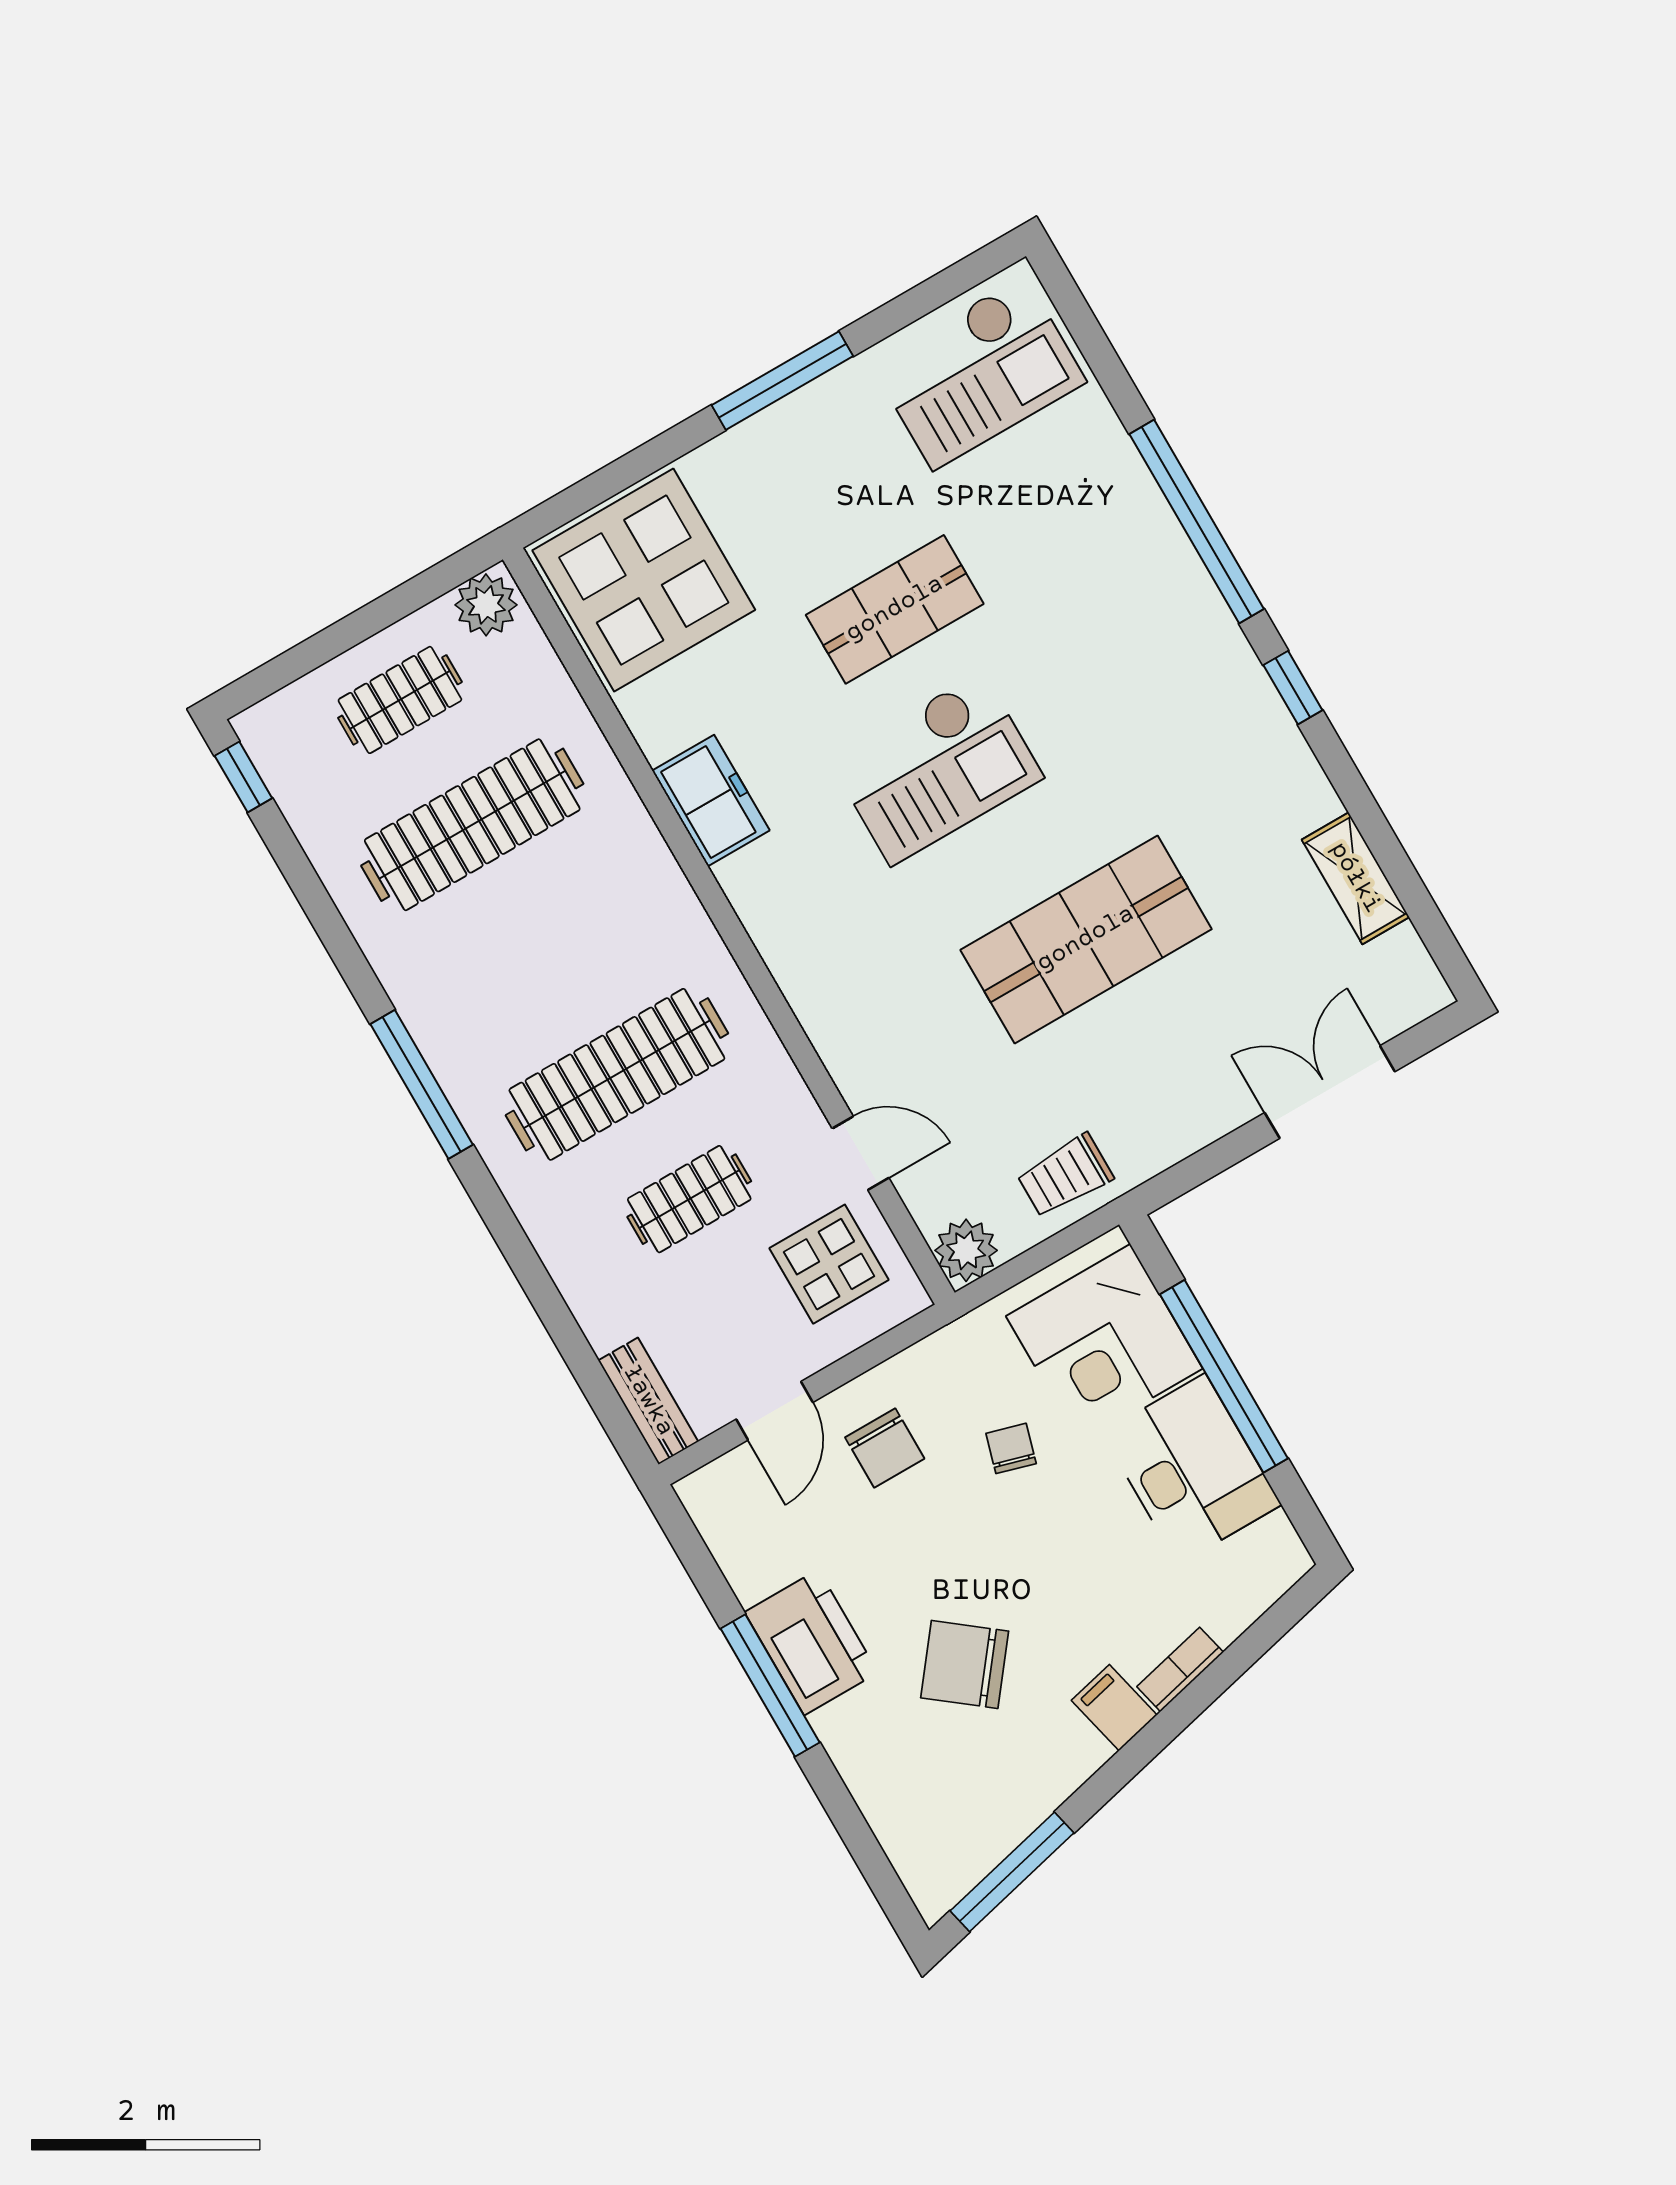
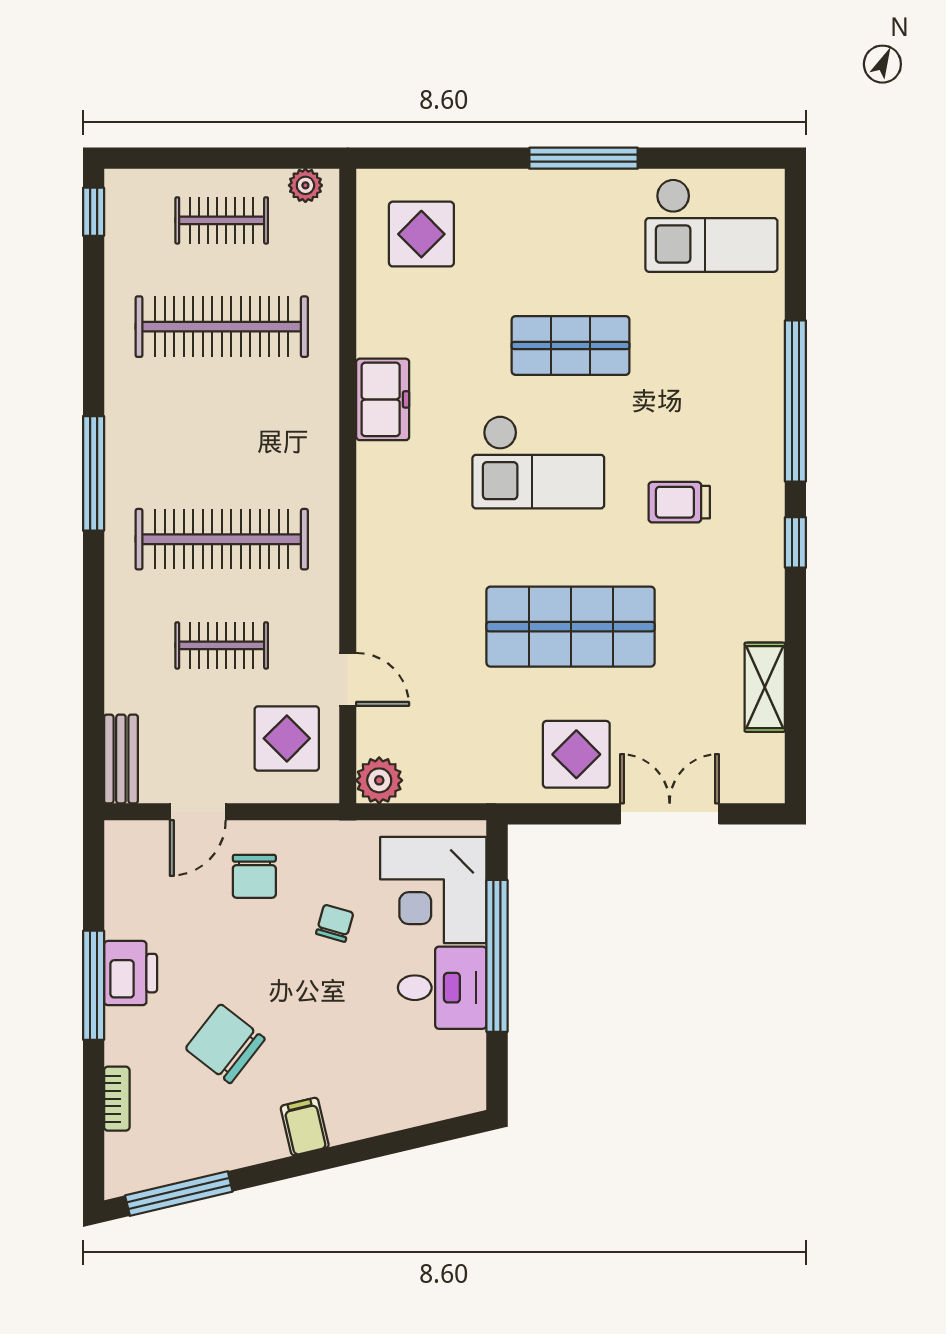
display table: (644, 580) -> (421, 234), width x0.54, depth x0.54
plant: (486, 605) -> (305, 185), width x0.73, depth x0.73
display table: (1180, 1086) -> (576, 754), added
trolley: (1065, 1176) -> (679, 502), moved
desk: (1192, 1469) -> (442, 988), width x0.73
printer: (811, 1642) -> (131, 973), width x0.73, depth x0.84
bookcase: (1180, 1669) -> (117, 1099), moved, turned 103

